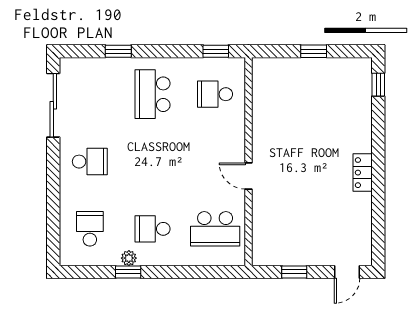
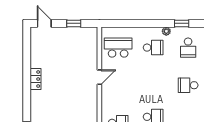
door: (249, 176) -> (99, 77), hinge flipped
window: (128, 272) -> (182, 23), moved
door: (347, 272) -> (44, 23), hinge flipped

